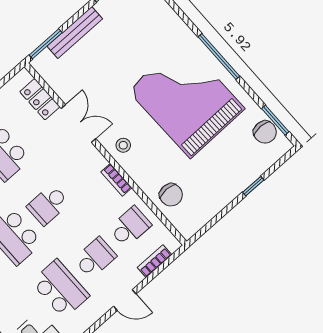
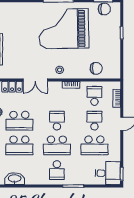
double door: (78, 124) -> (35, 80), swing flipped
school desk: (48, 205) -> (57, 121), turned 180
school desk: (60, 289) -> (94, 145), turned 180

